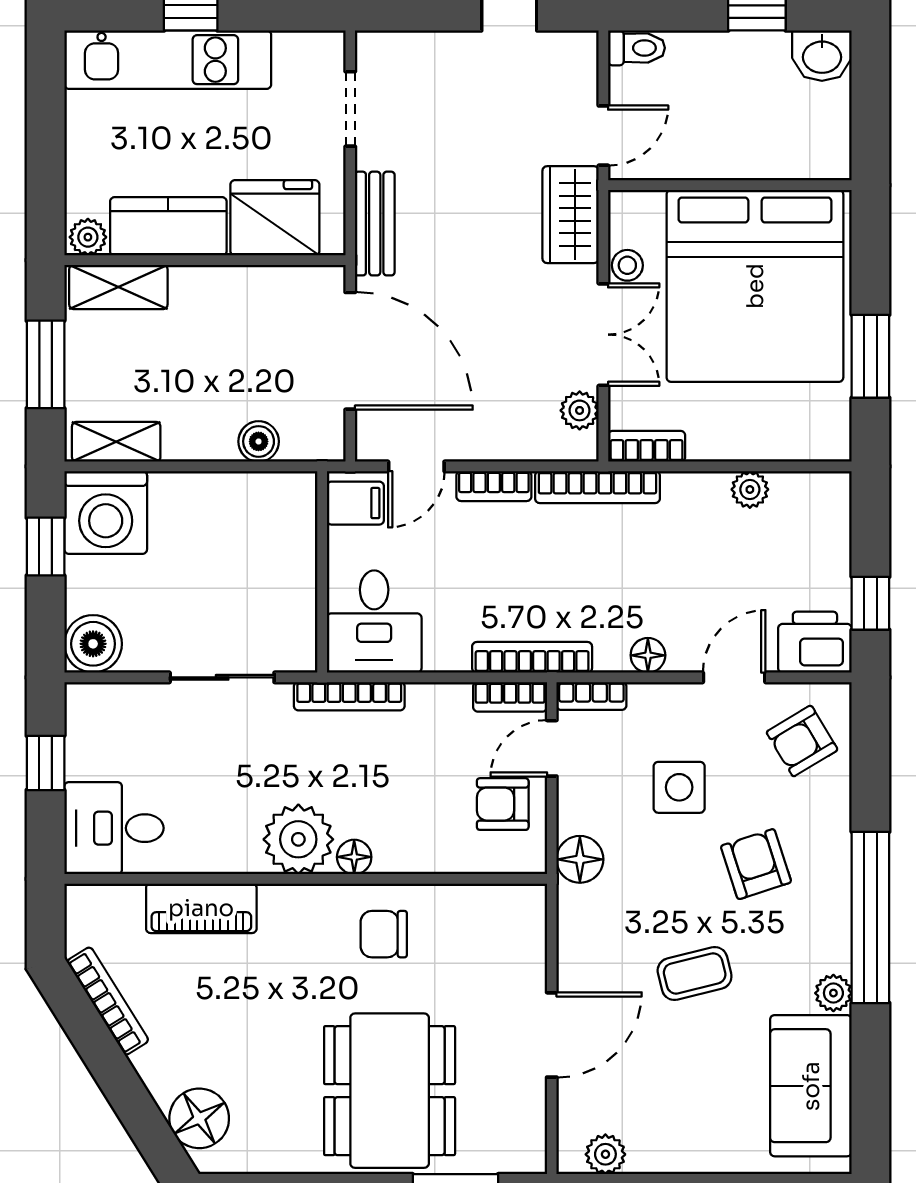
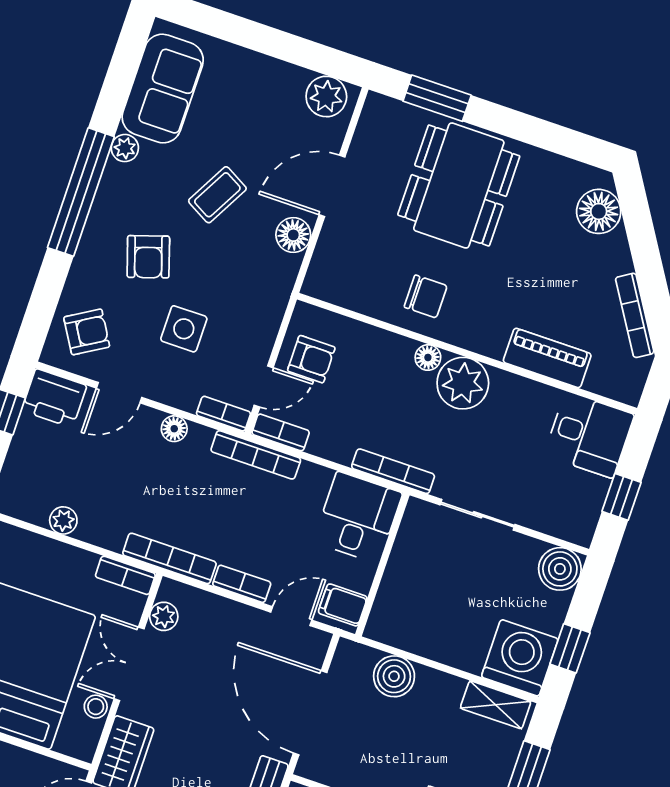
boiler: (259, 441) -> (394, 676), width x1.36, depth x1.36
floor lamp: (580, 859) -> (293, 235), moved
coffee table: (695, 974) -> (217, 195), turned -47
plant: (605, 1154) -> (326, 96), width x1.38, depth x1.38

